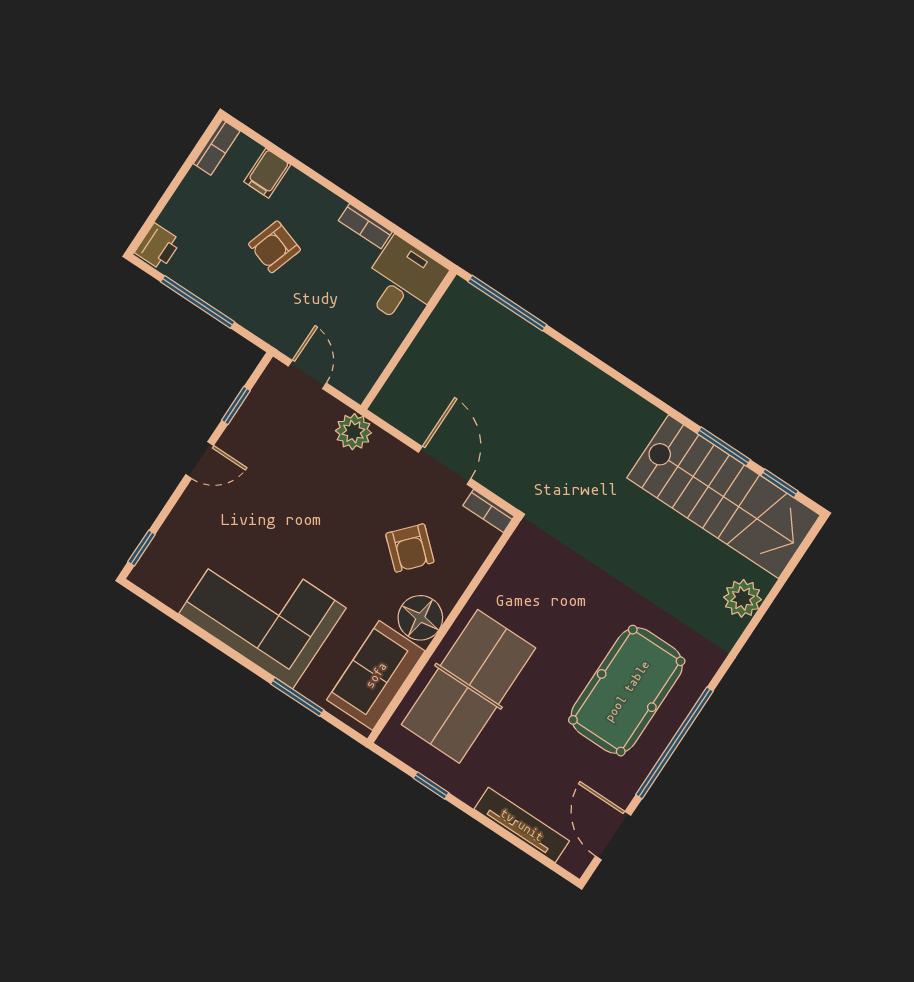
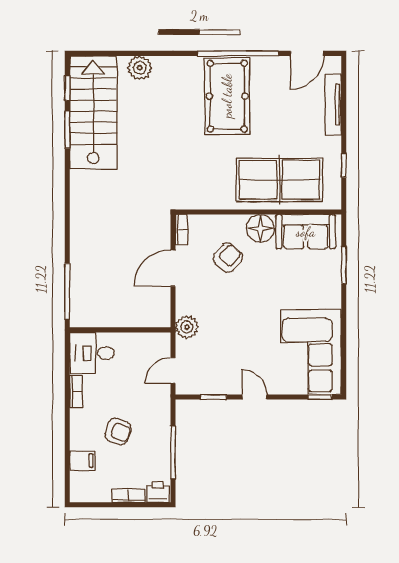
bookcase: (217, 147) -> (128, 496), moved
corner sofa: (262, 611) -> (311, 352), moved
pool table: (627, 691) -> (227, 96), turned 90

